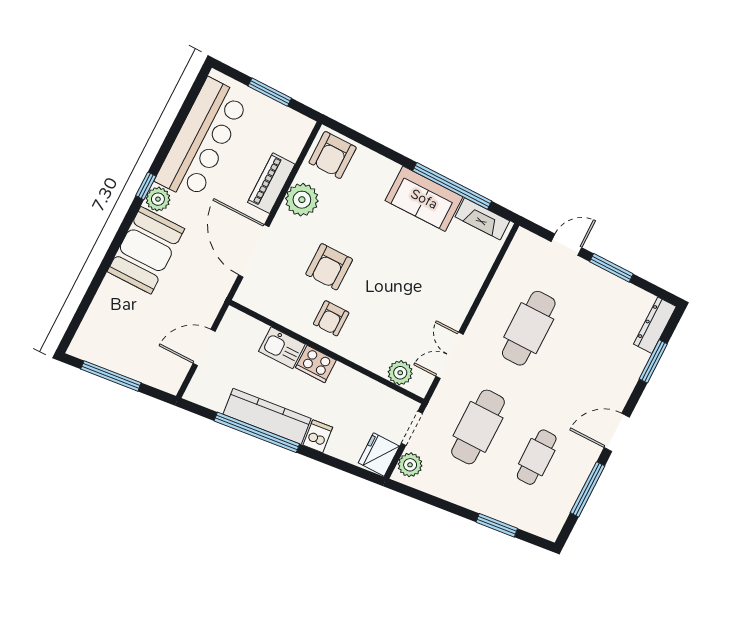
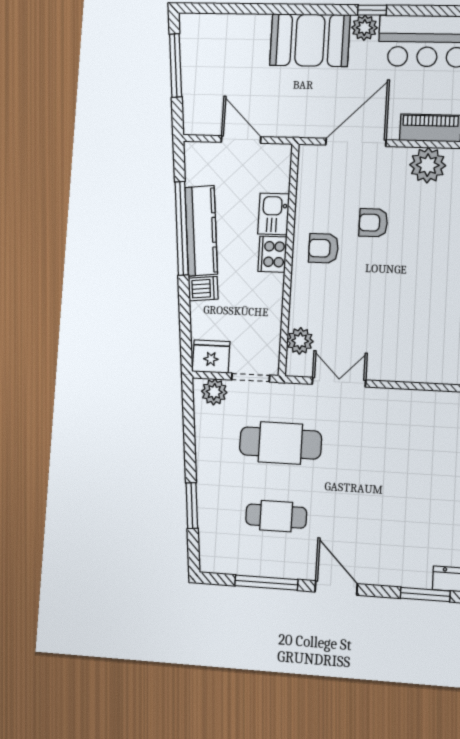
armchair: (329, 267) -> (373, 223), width x0.72, depth x0.72
cafe table: (529, 328) -> (402, 450), removed

